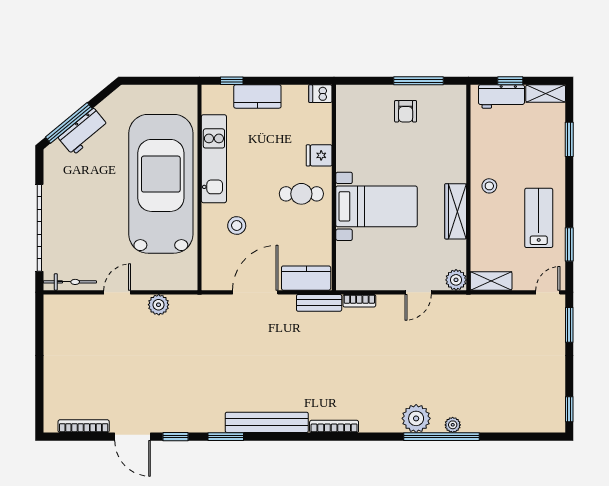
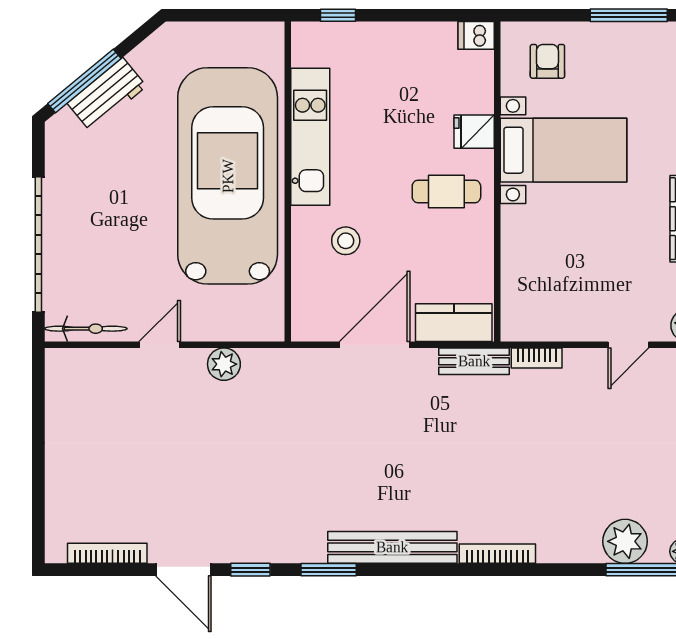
kitchen counter: (257, 96) -> (378, 40), removed
armchair: (406, 111) -> (547, 61), moved, turned 180
bed with nightstands: (376, 206) -> (563, 150), moved

